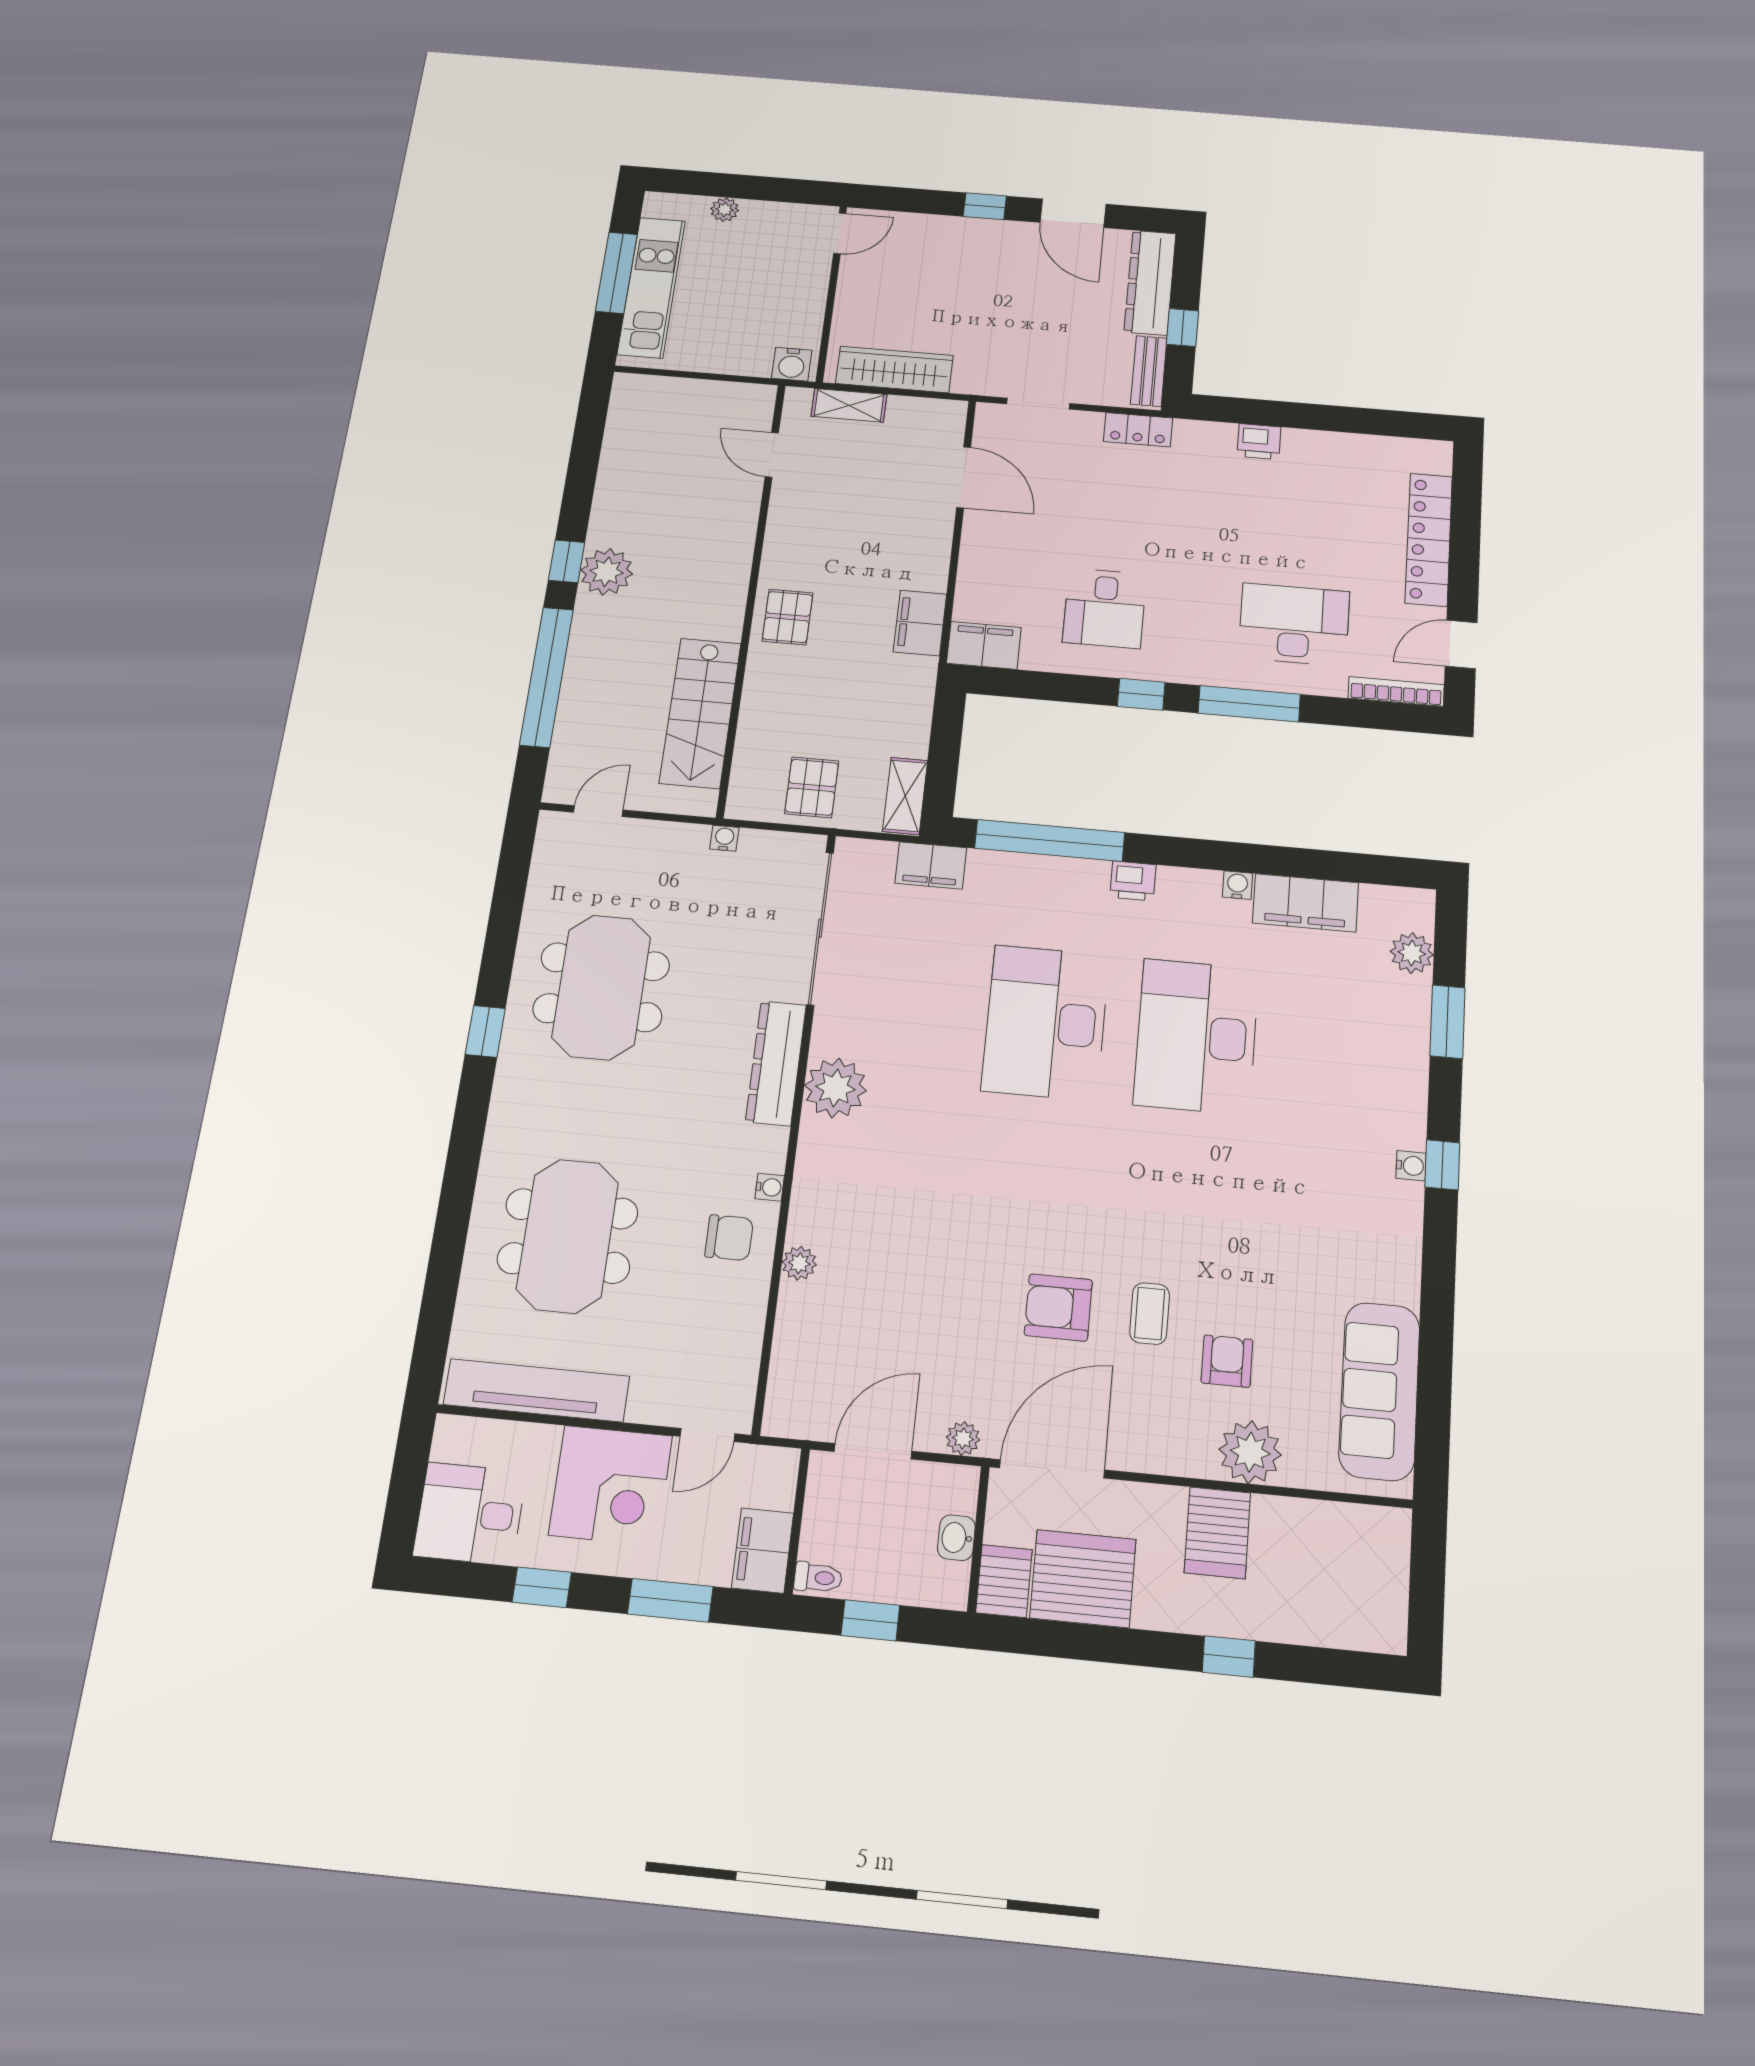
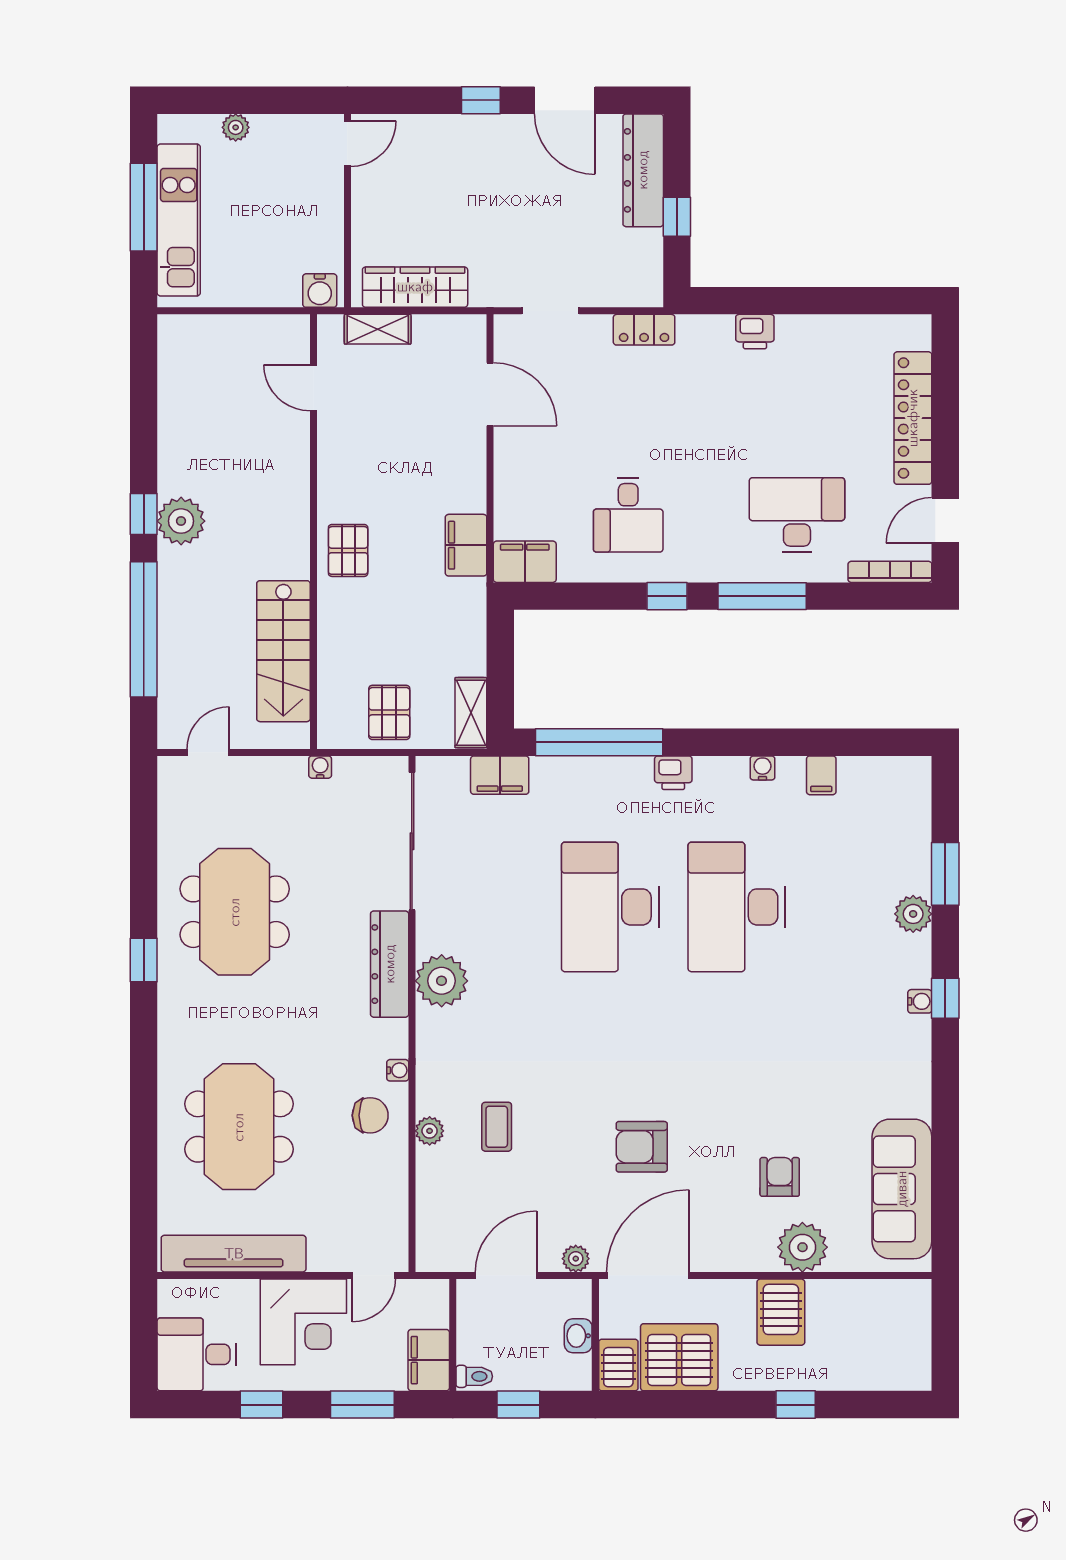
bench: (1149, 371) -> (649, 267), removed
filing cabinet: (1306, 903) -> (821, 775), width x0.33, depth x0.86
plant: (1412, 953) -> (913, 914), moved
coffee table: (1150, 1314) -> (497, 1127), moved

